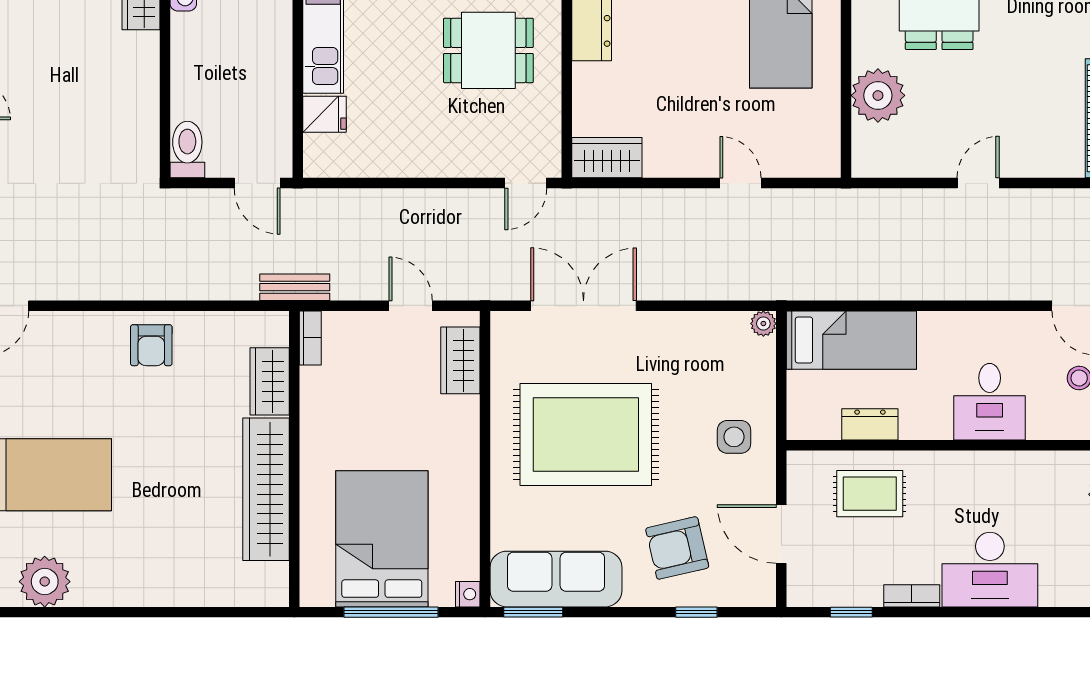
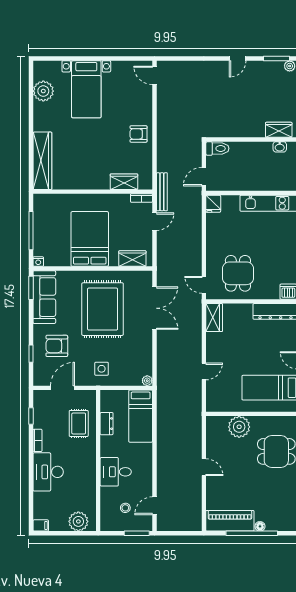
dining table: (488, 50) -> (238, 273), moved
fridge: (324, 114) -> (213, 204), moved
bench: (295, 287) -> (162, 192), width x1.36
door: (411, 306) -> (154, 222), moved
wardrobe: (266, 489) -> (42, 161), moved, turned 90
bed: (382, 539) -> (90, 239), moved, turned -90
armchair: (677, 548) -> (57, 346), turned -77

